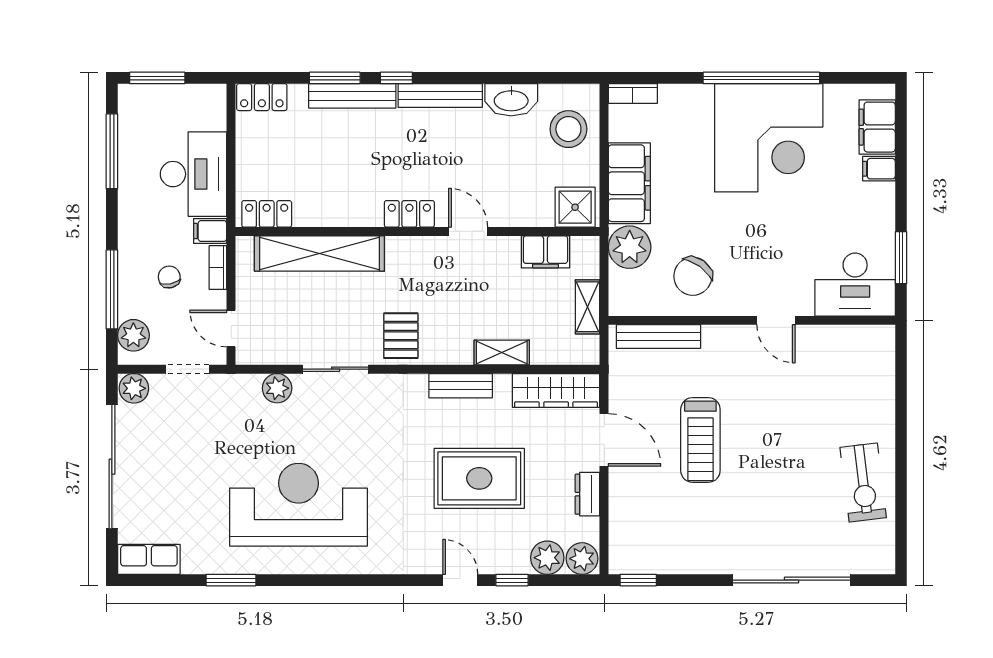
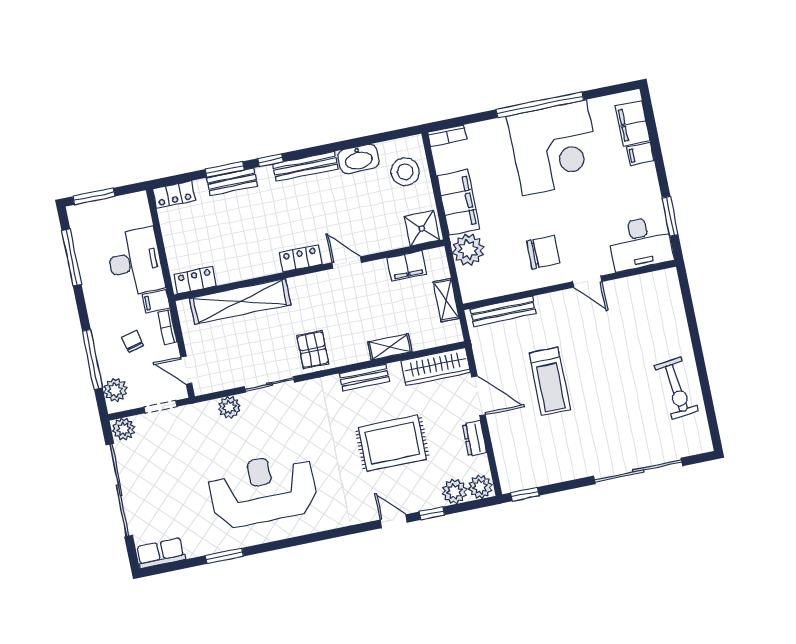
bench: (352, 96) -> (232, 182), width x0.73
chair: (693, 276) -> (543, 252), moved, turned -126

